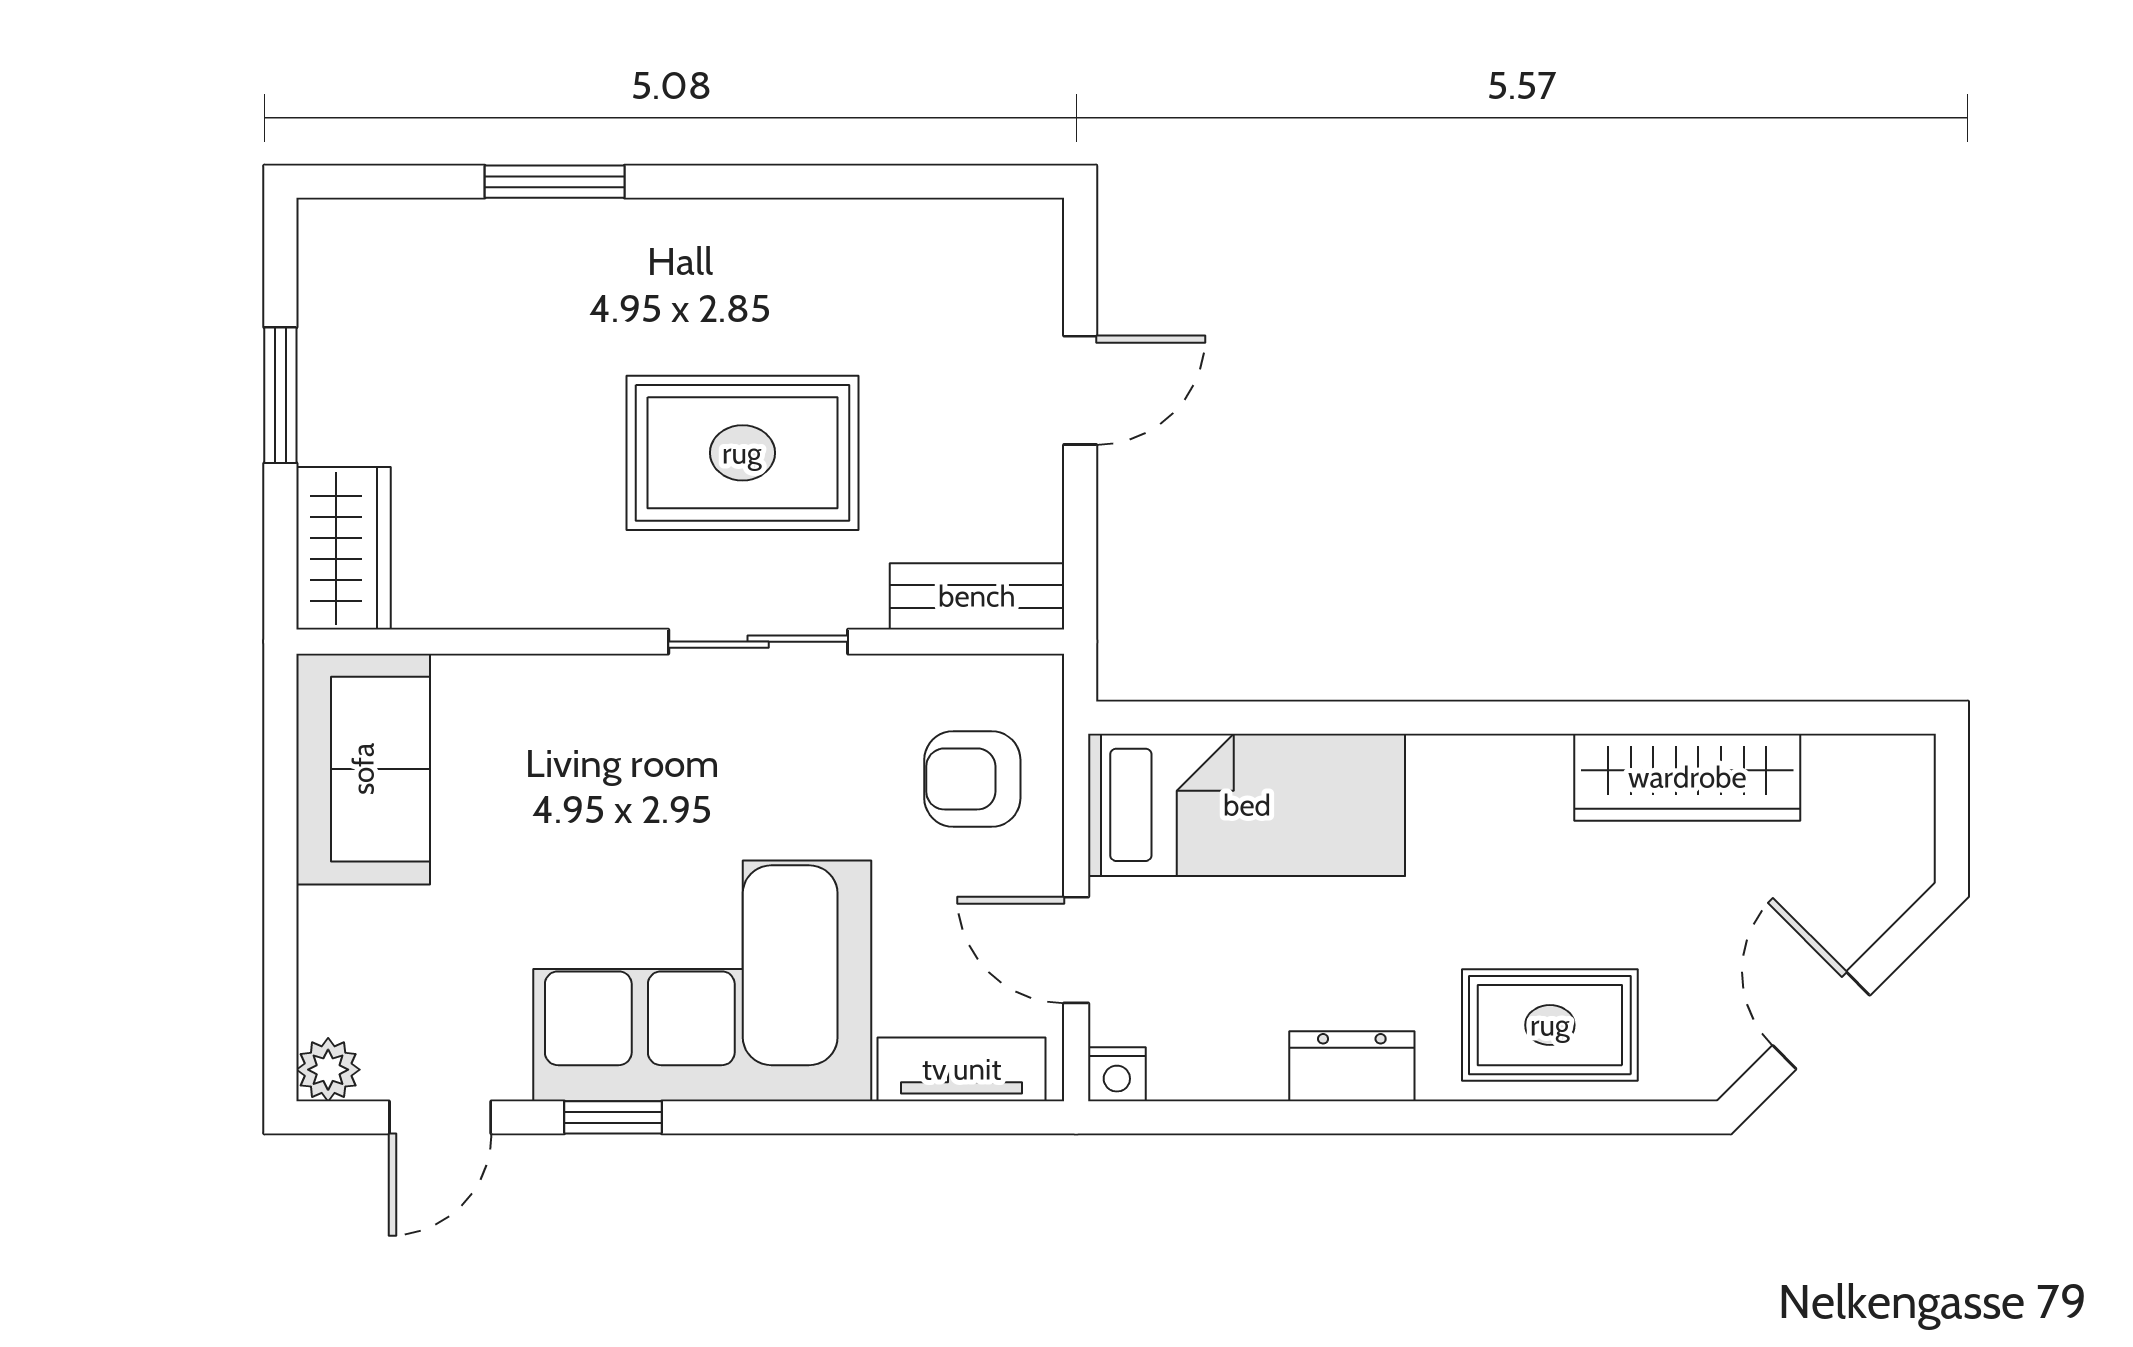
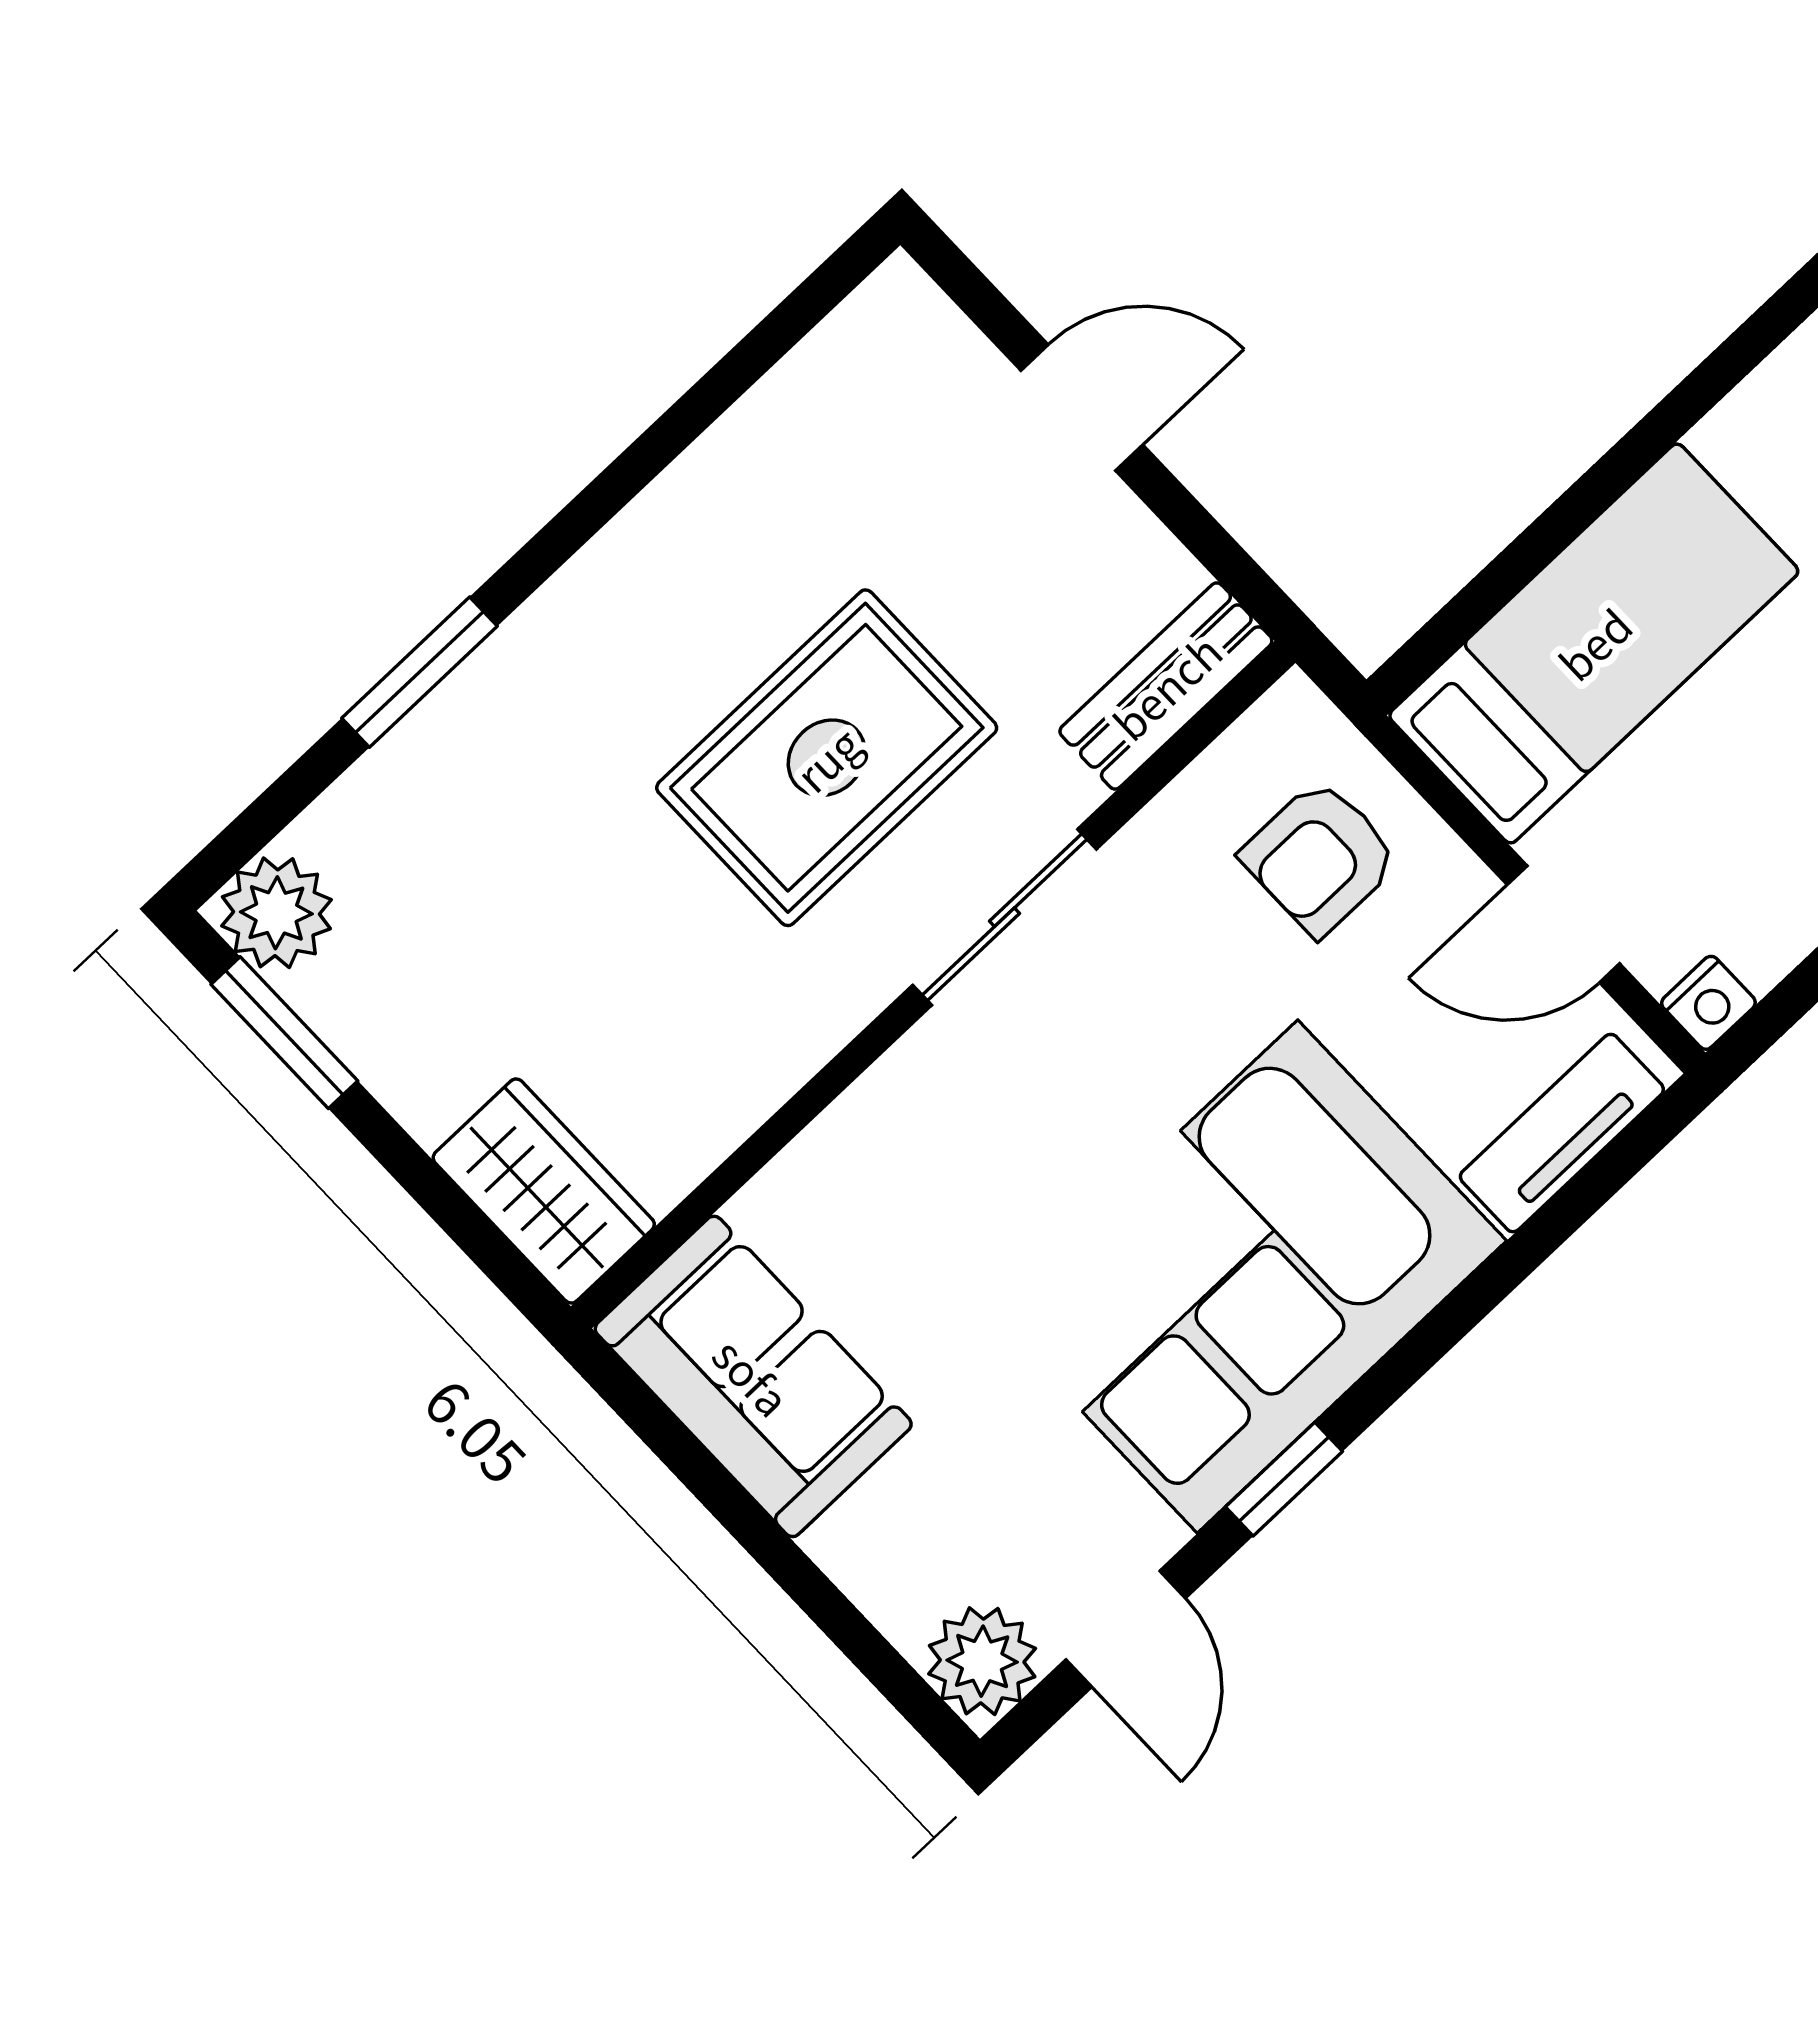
plant: (341, 242) -> (276, 913), added
door: (1080, 390) -> (1082, 408), hinge flipped
window: (280, 395) -> (284, 1033), moved
plant: (328, 1070) -> (982, 1661), width x1.38, depth x1.38

